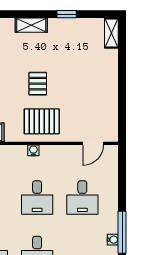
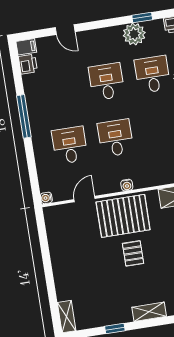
pallet: (42, 121) -> (123, 216), width x1.37, depth x1.41
door: (93, 143) -> (84, 199), moved
water cooler: (113, 240) -> (46, 198), moved

